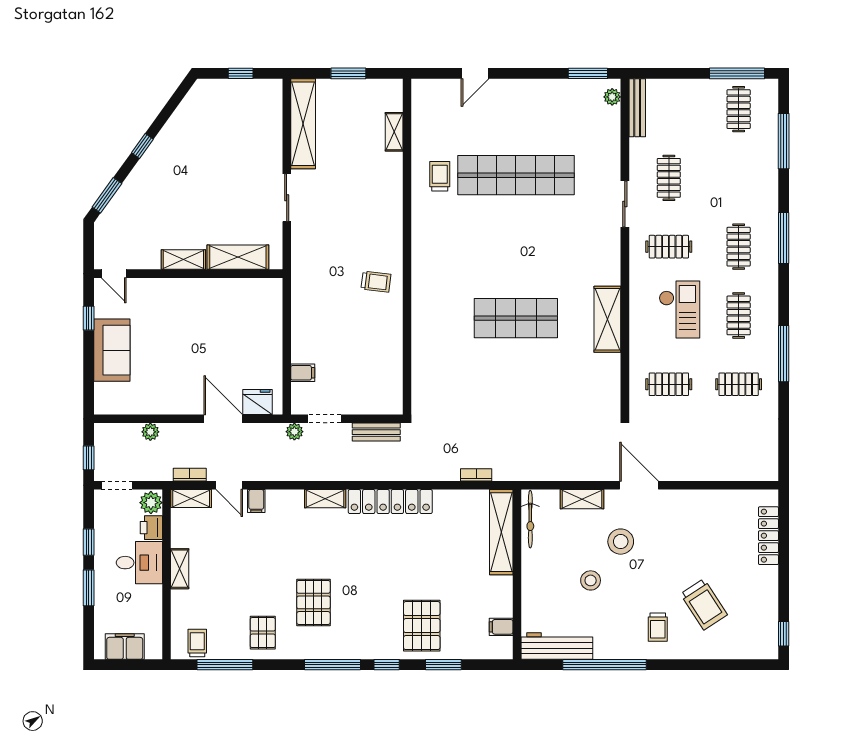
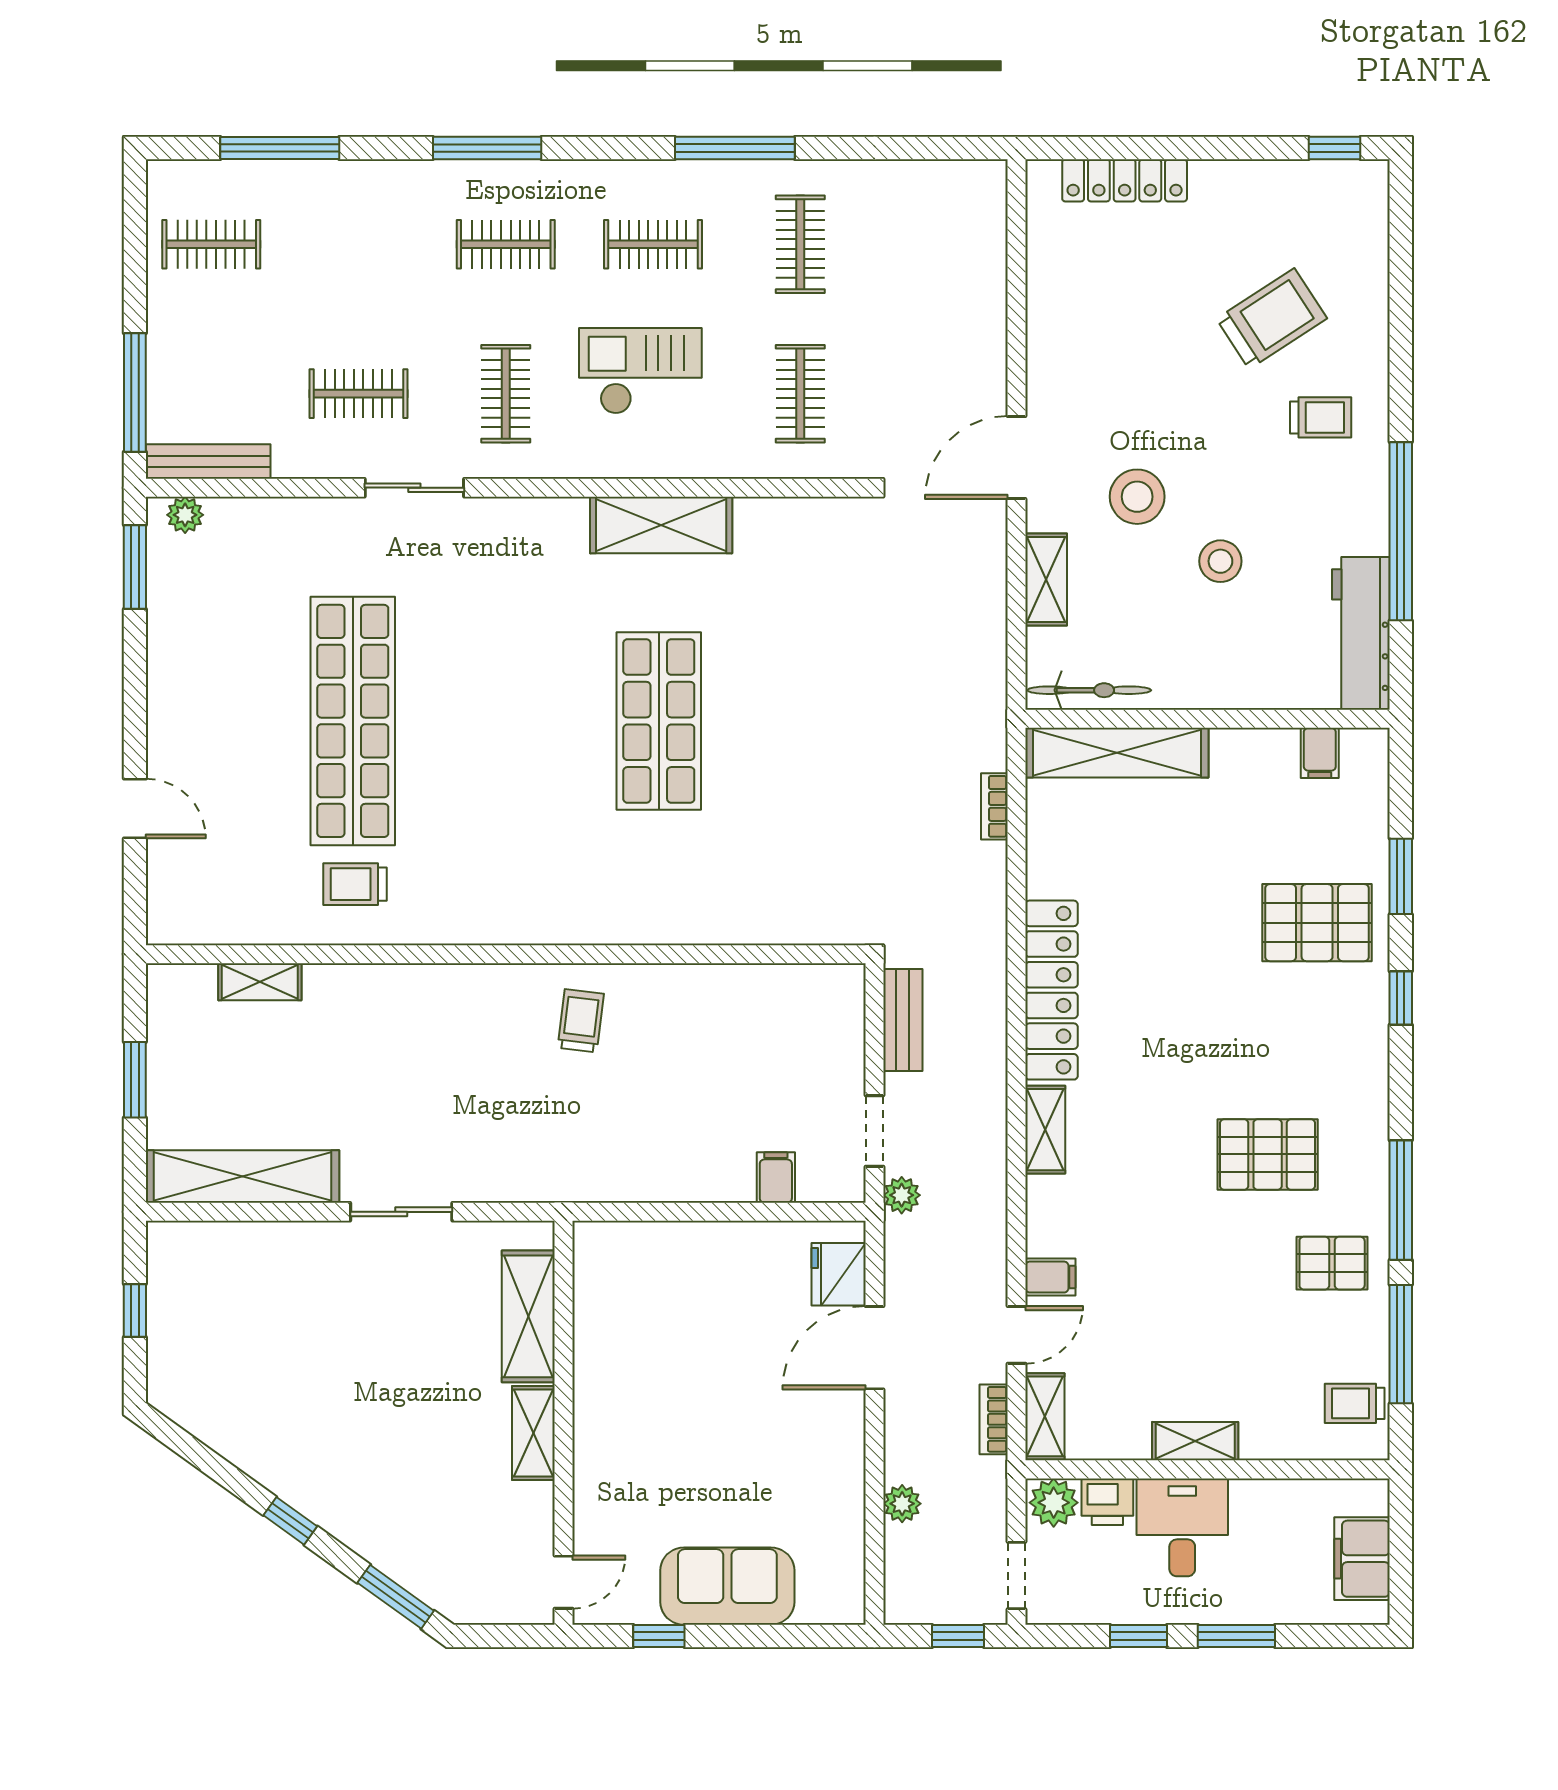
window: (737, 73) -> (135, 393), moved
window: (333, 665) -> (1401, 1200), moved

